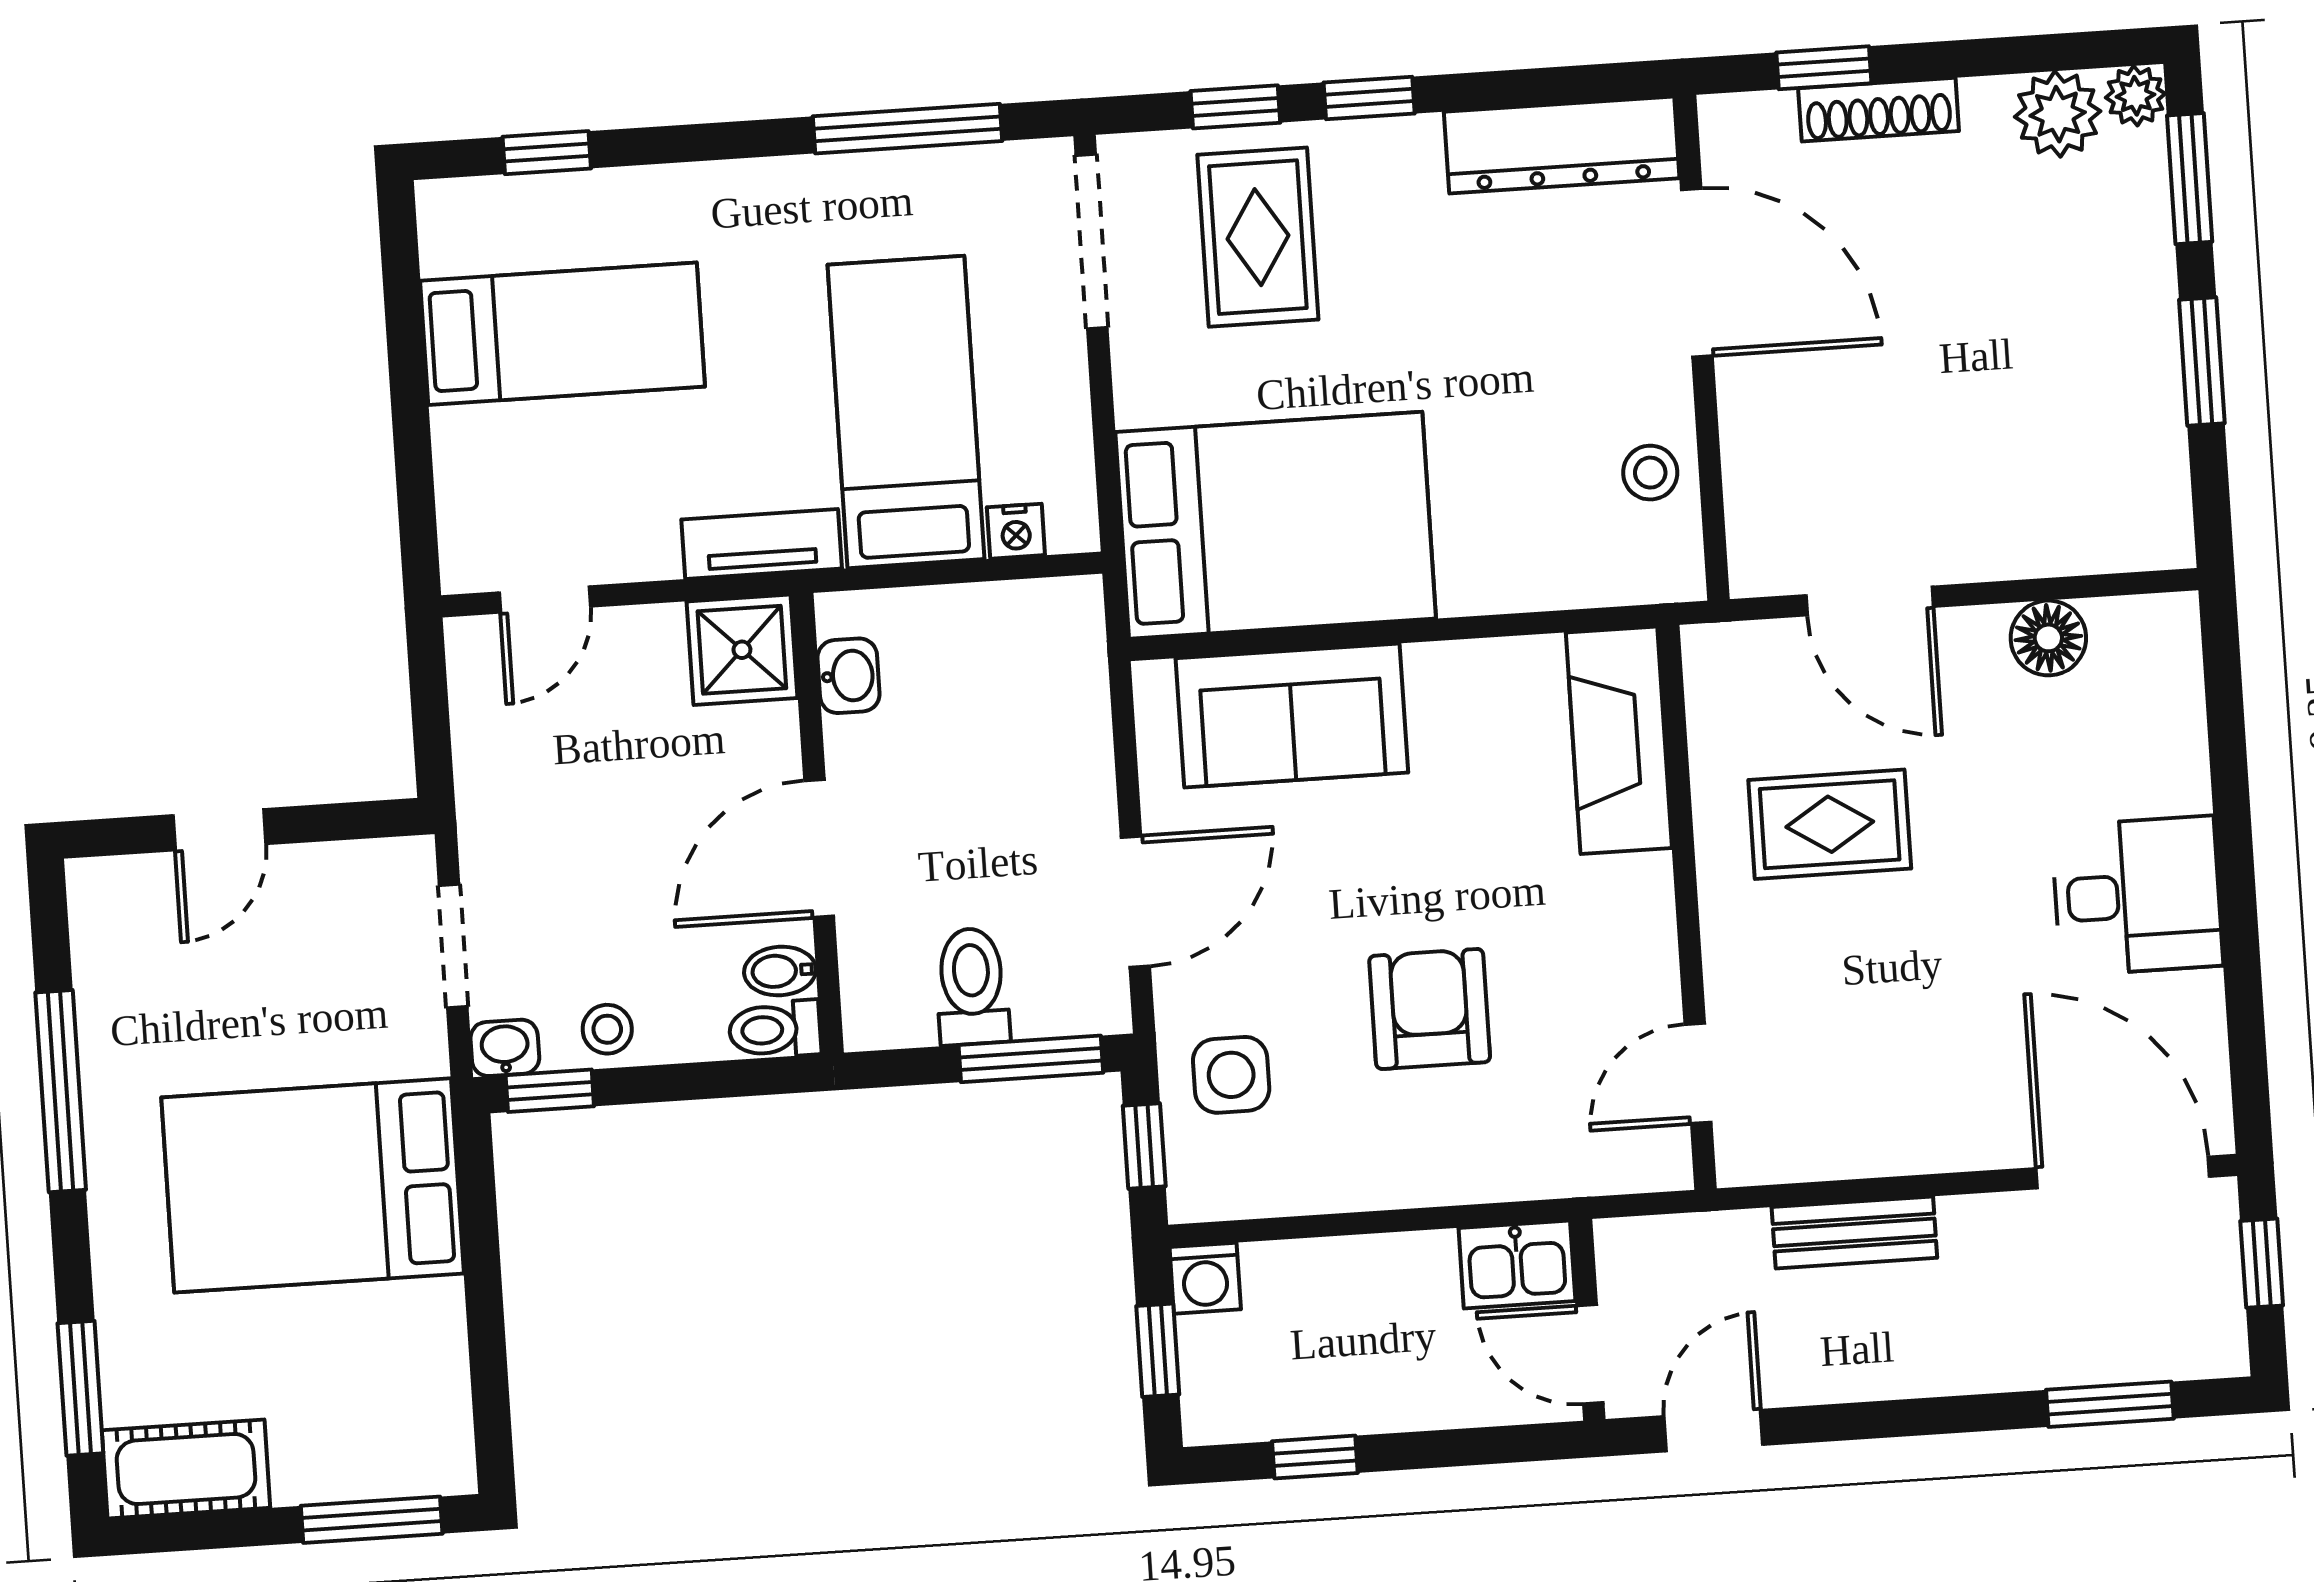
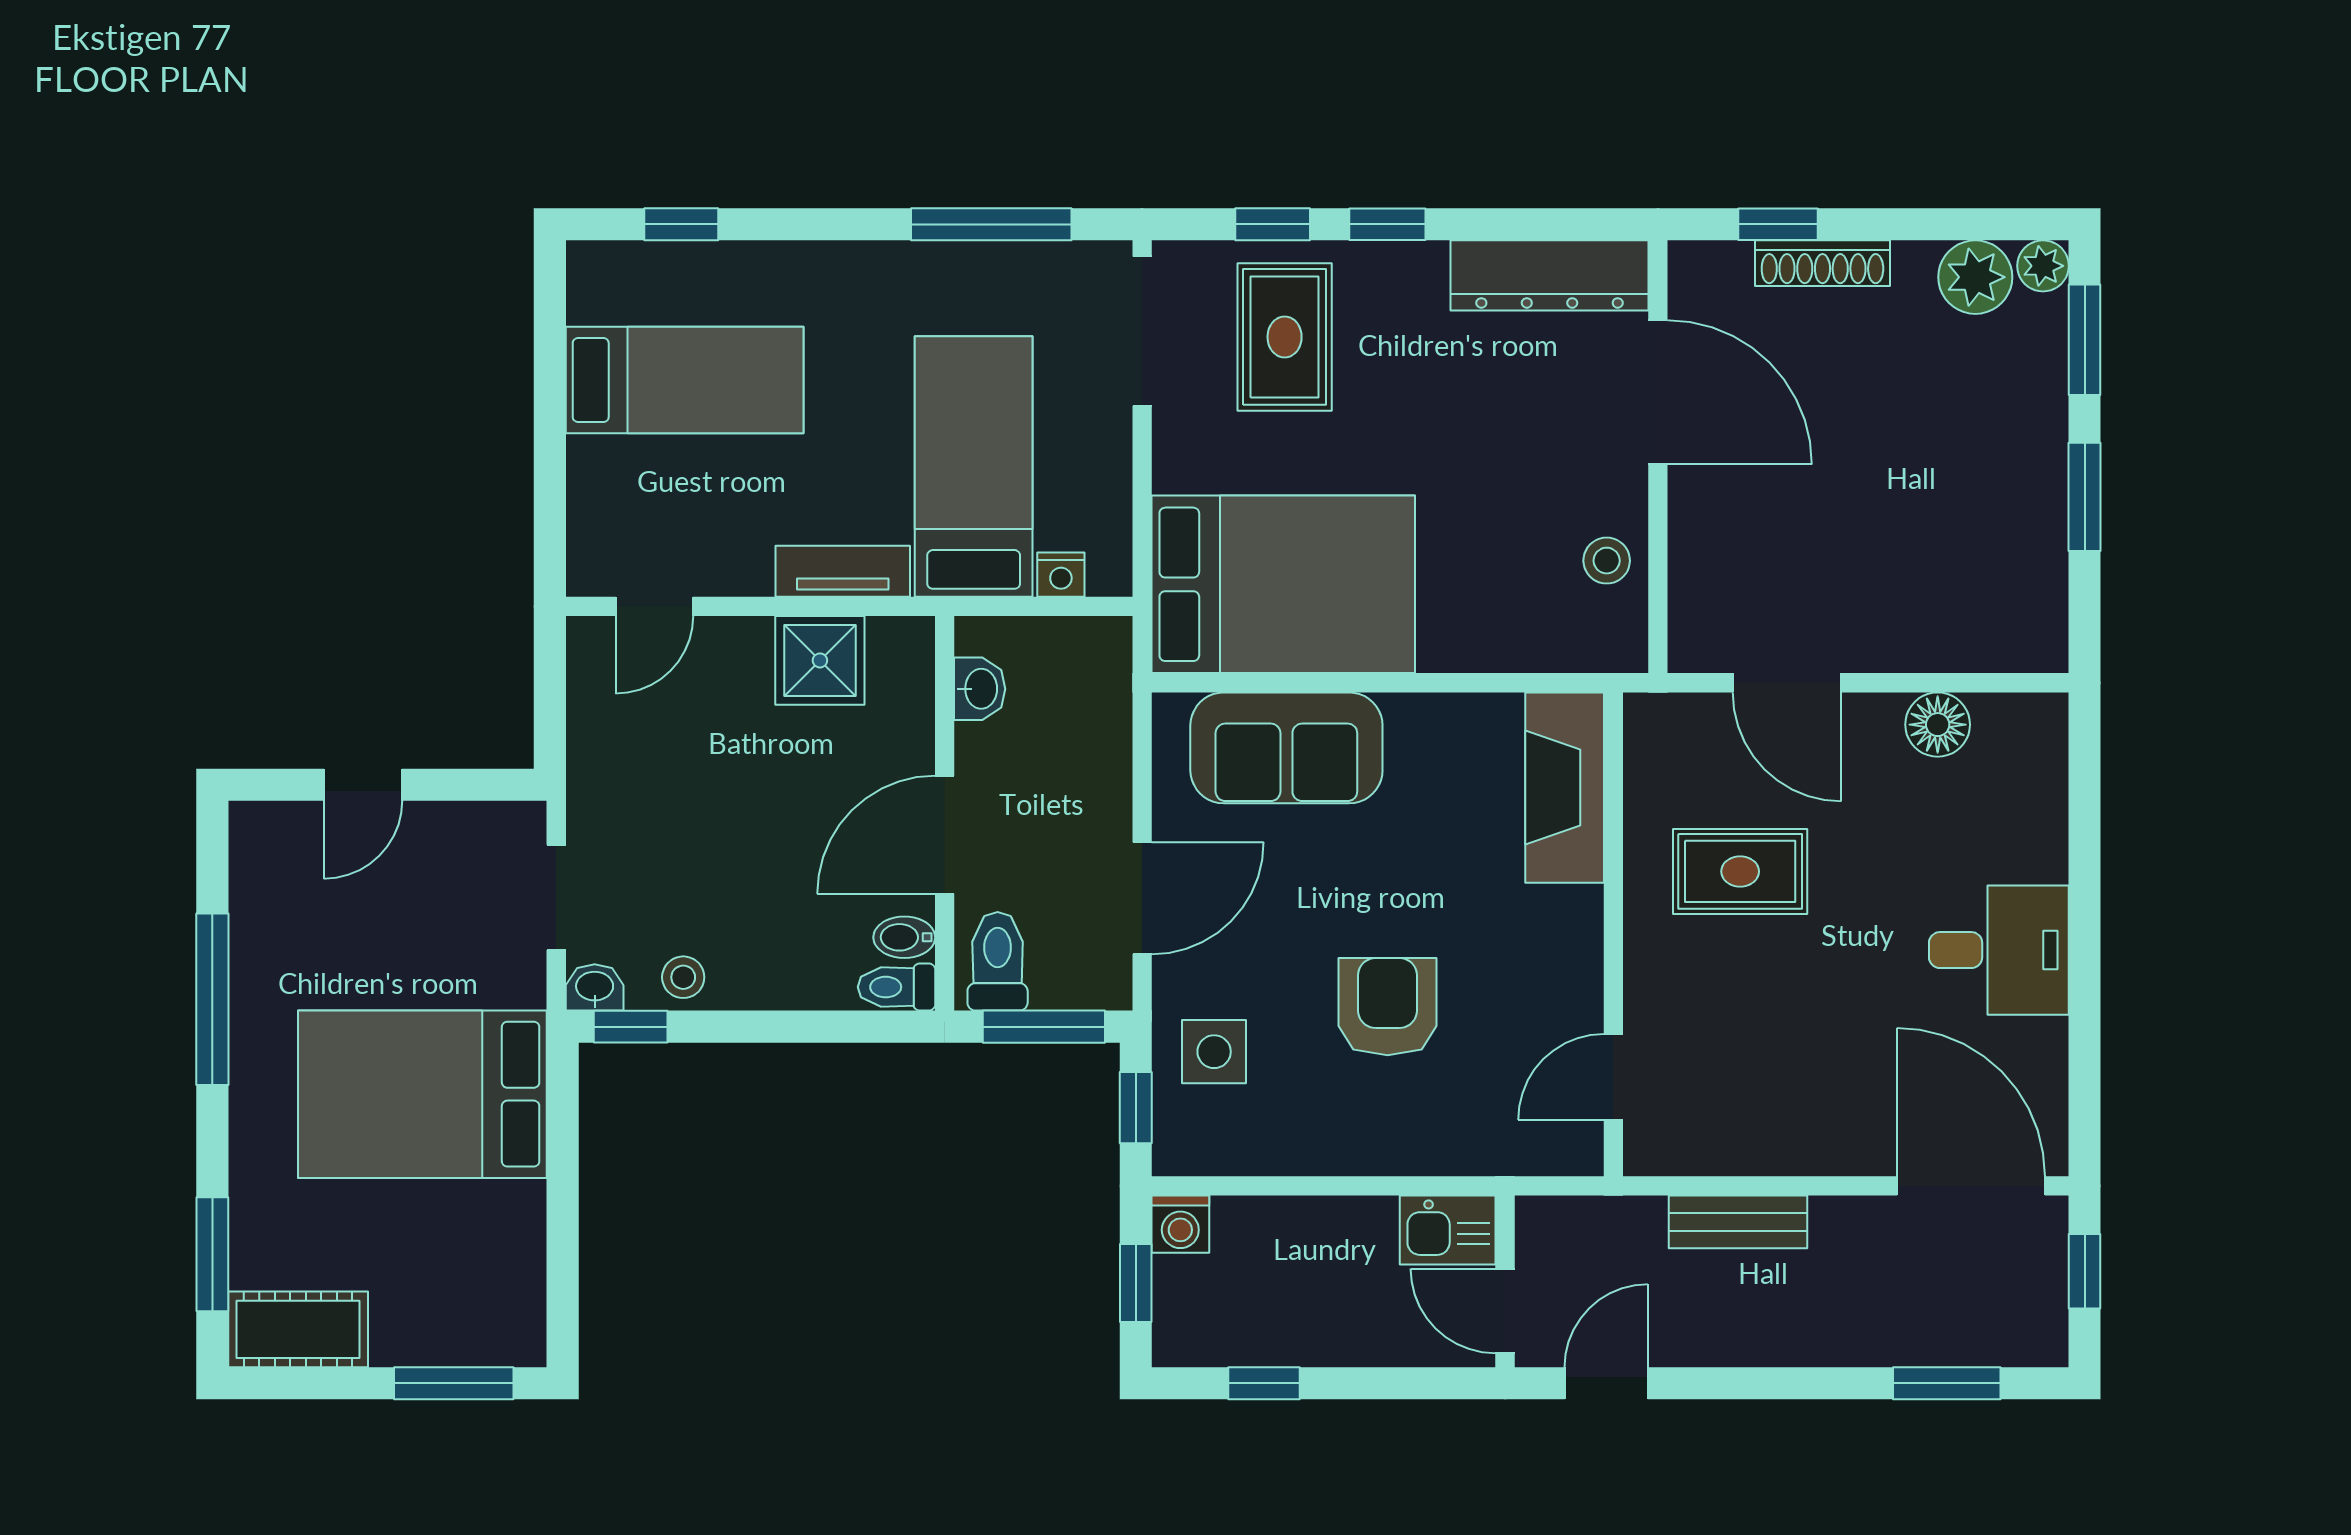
washbasin: (849, 676) -> (980, 689), moved
wall: (817, 824) -> (945, 813), moved
door: (819, 848) -> (945, 835), moved
bidet: (780, 971) -> (904, 937), moved
toilet: (775, 1030) -> (897, 987), moved

